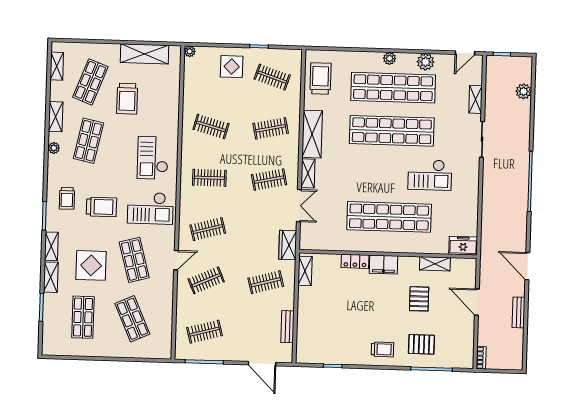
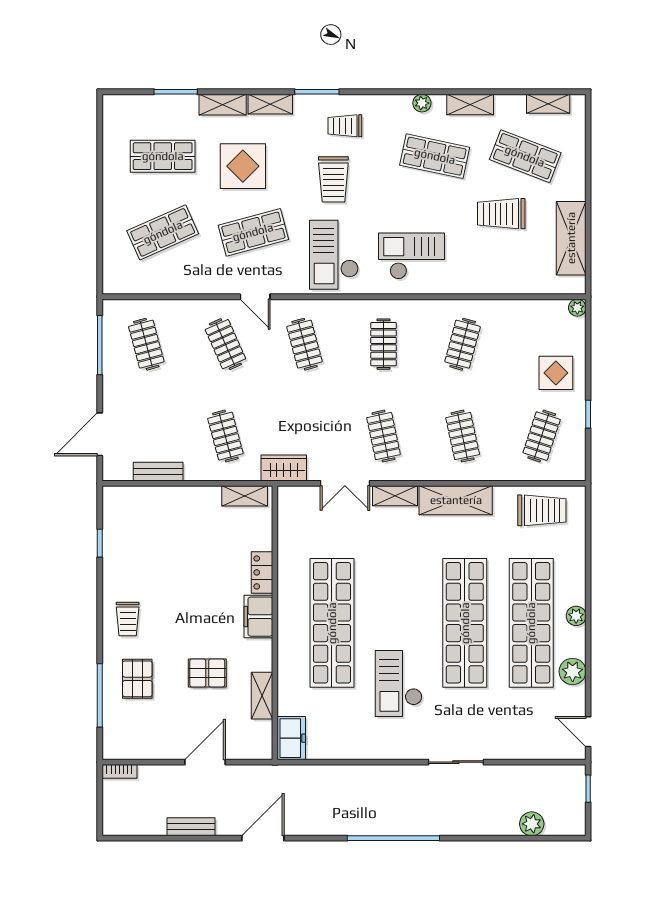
shelving: (475, 99) -> (517, 750), removed

